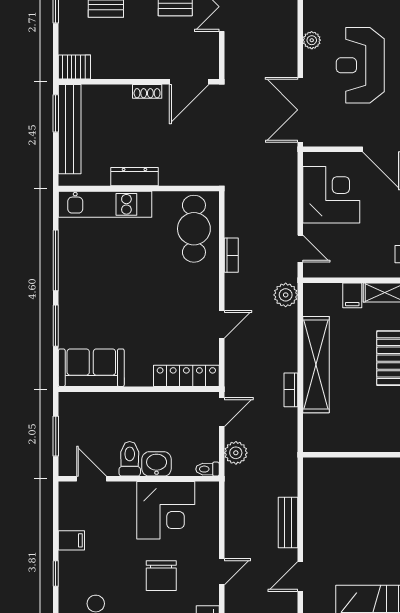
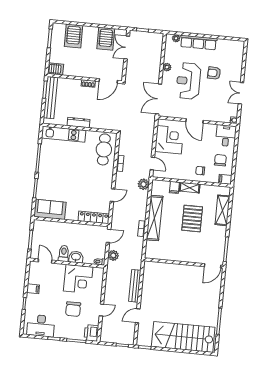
bench: (288, 523) -> (135, 286), width x1.36

